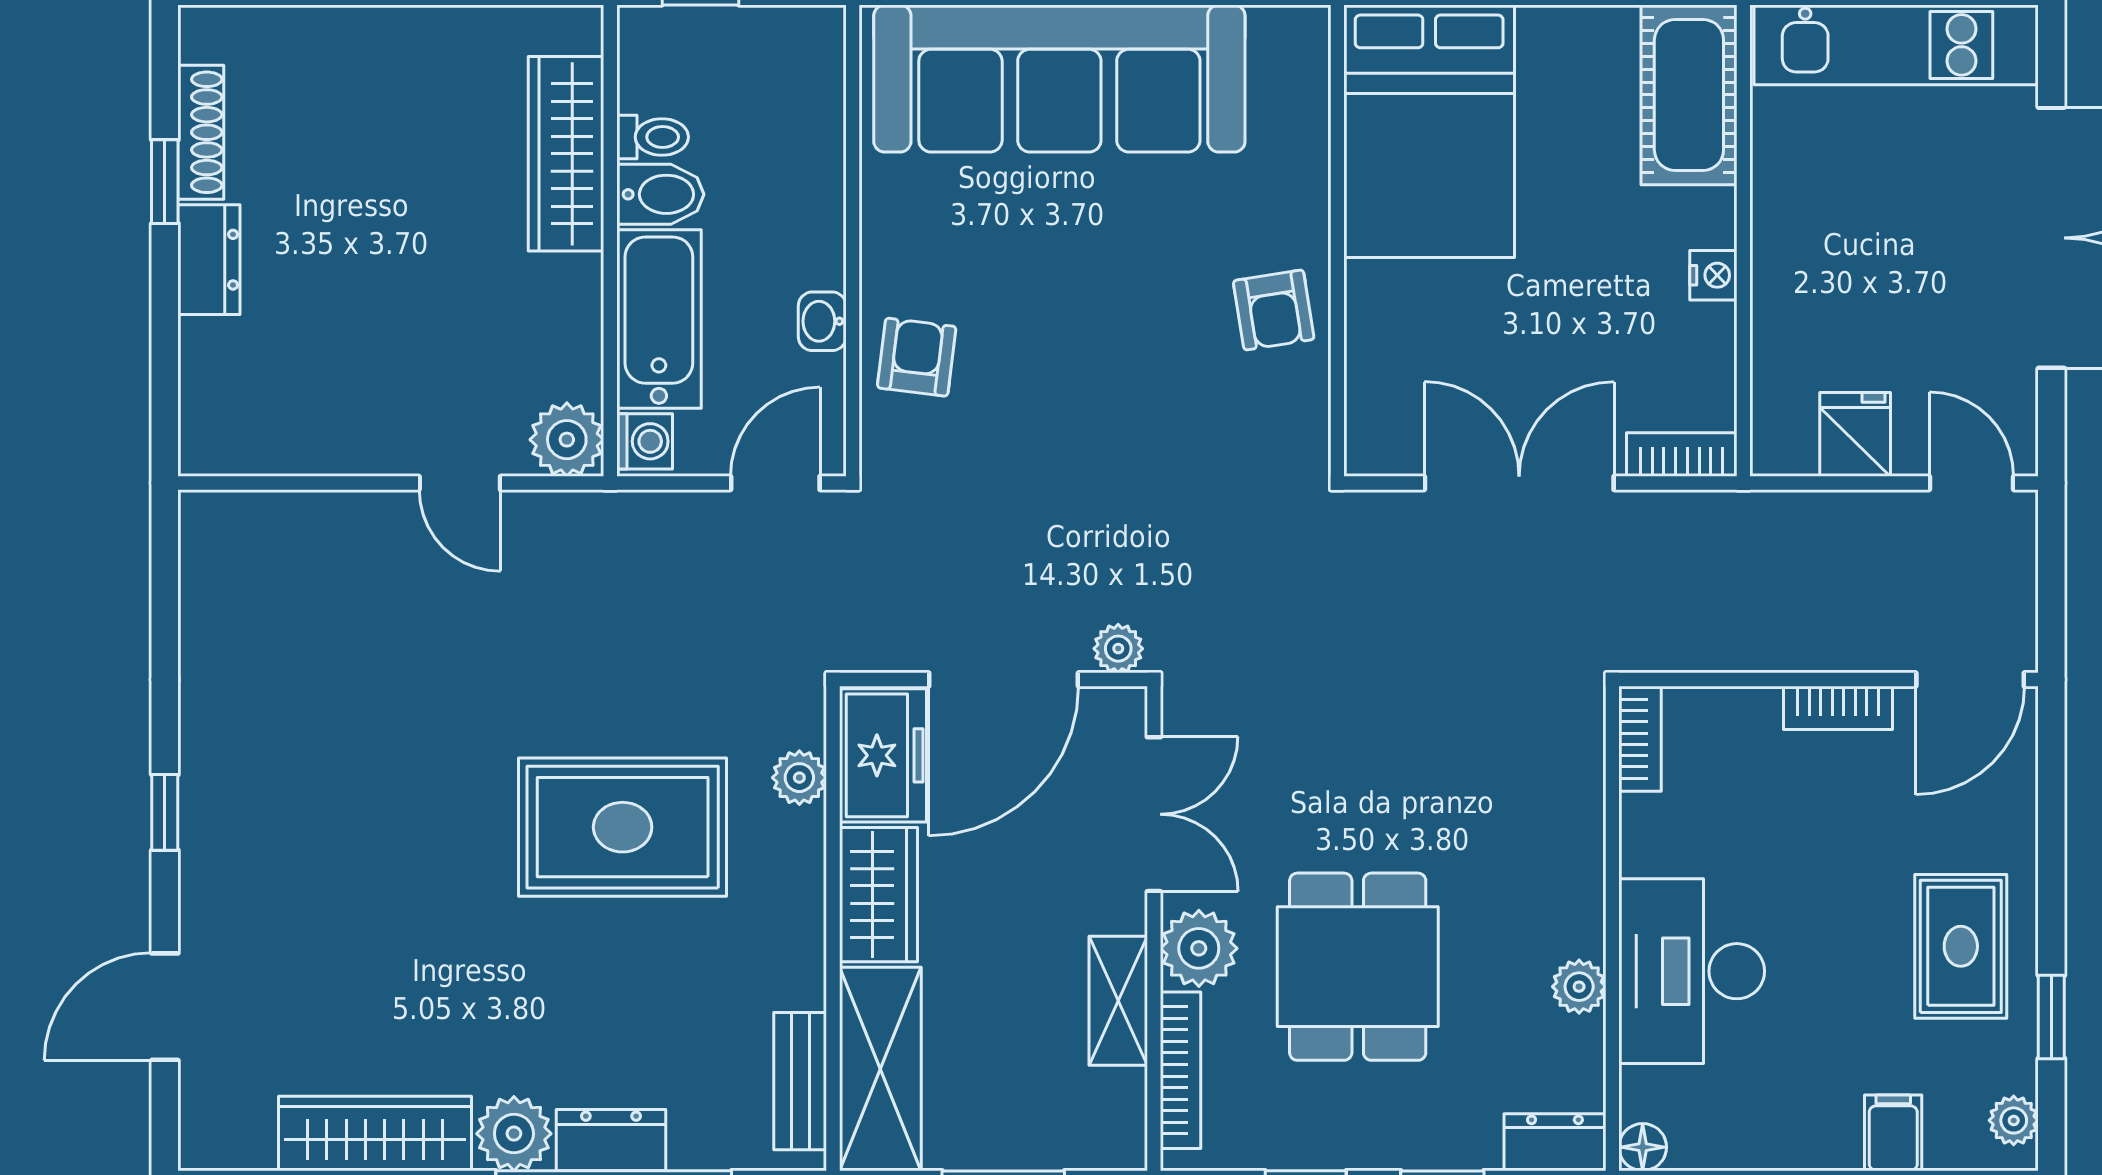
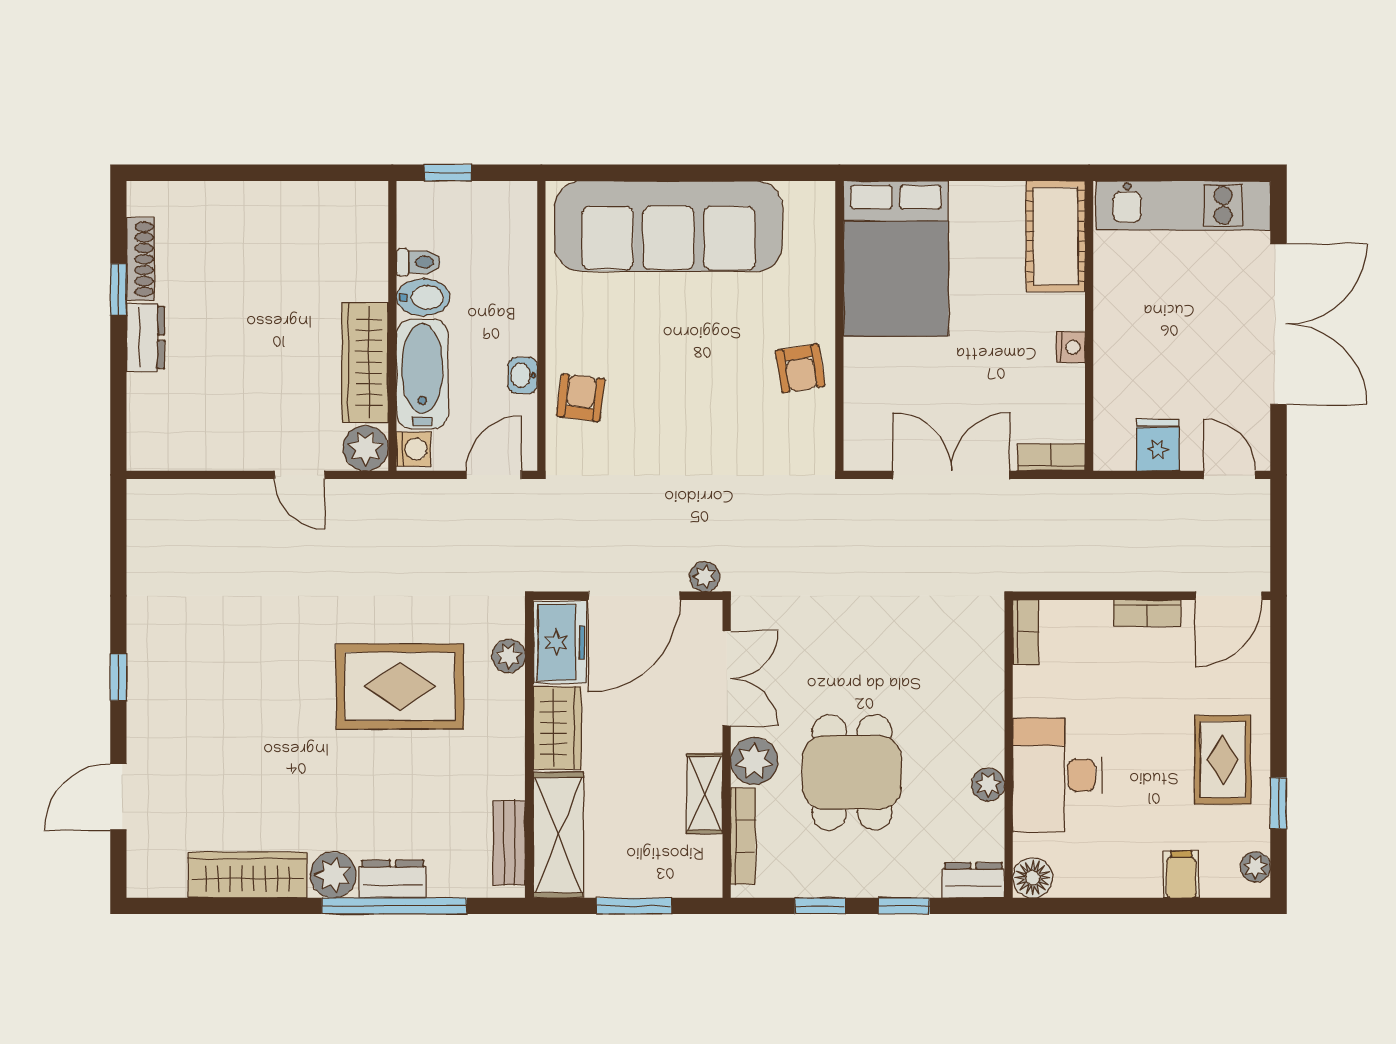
wardrobe: (566, 154) -> (365, 362), moved
floor lamp: (1643, 1147) -> (1033, 878), width x1.37, depth x1.37

